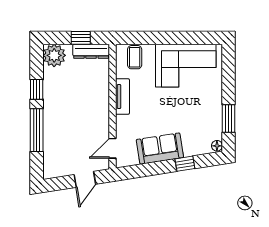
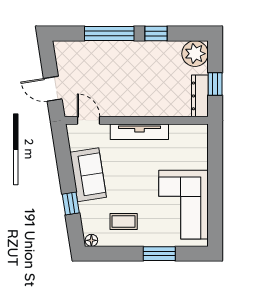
coffee table: (135, 57) -> (124, 221), moved
tv unit: (122, 97) -> (139, 132), width x1.41
window: (229, 119) -> (159, 254), moved

